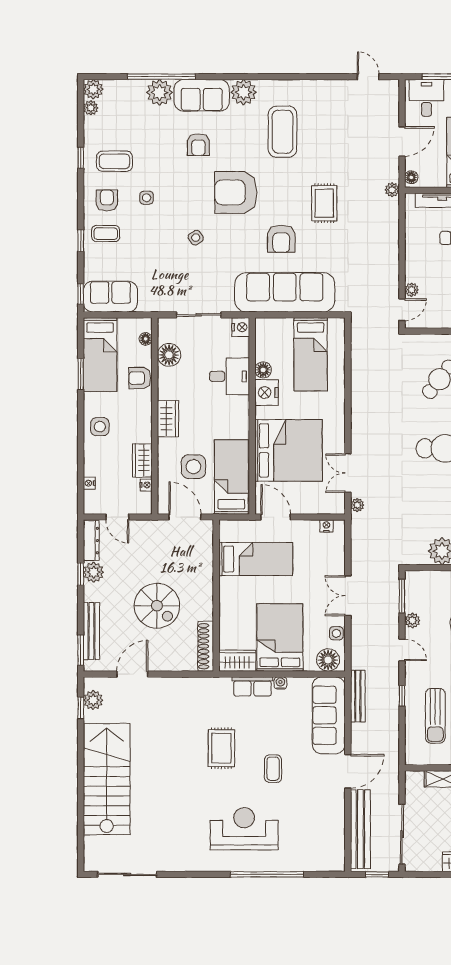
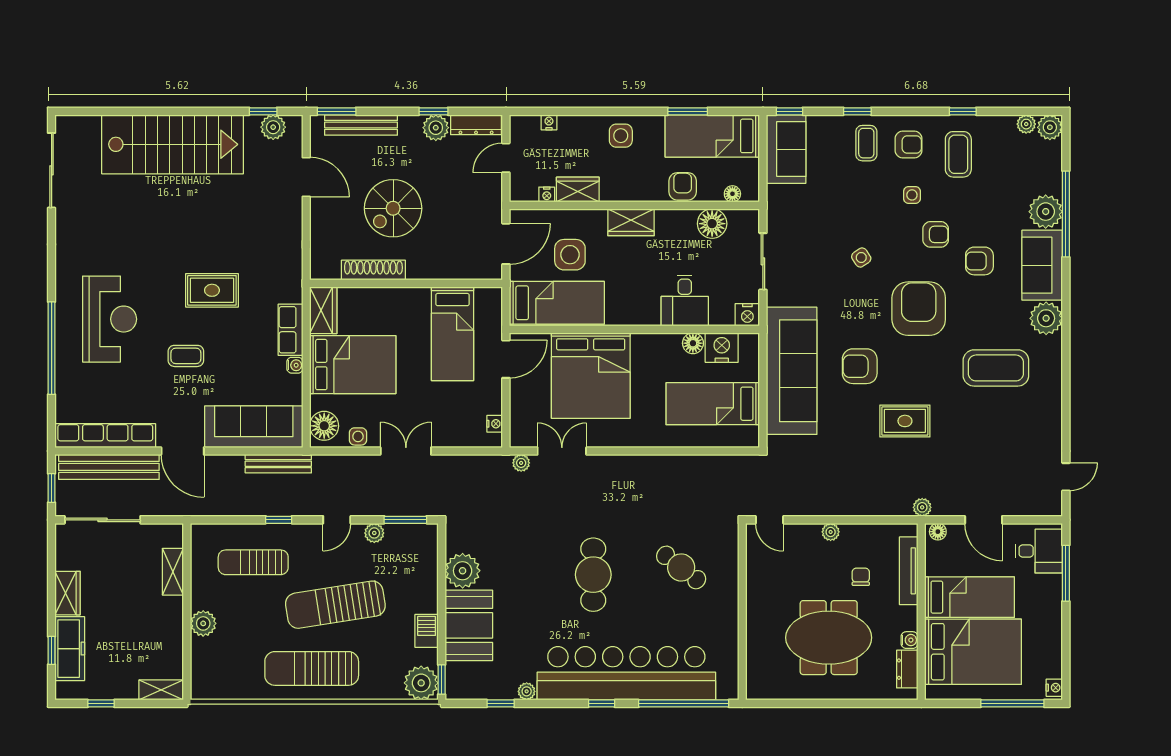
armchair: (177, 179) -> (936, 234), added
plant: (412, 290) -> (831, 532), moved
nightstand: (267, 393) -> (722, 348), moved
shoe rack: (206, 646) -> (373, 270), moved
row of seats: (336, 832) -> (105, 436), added

